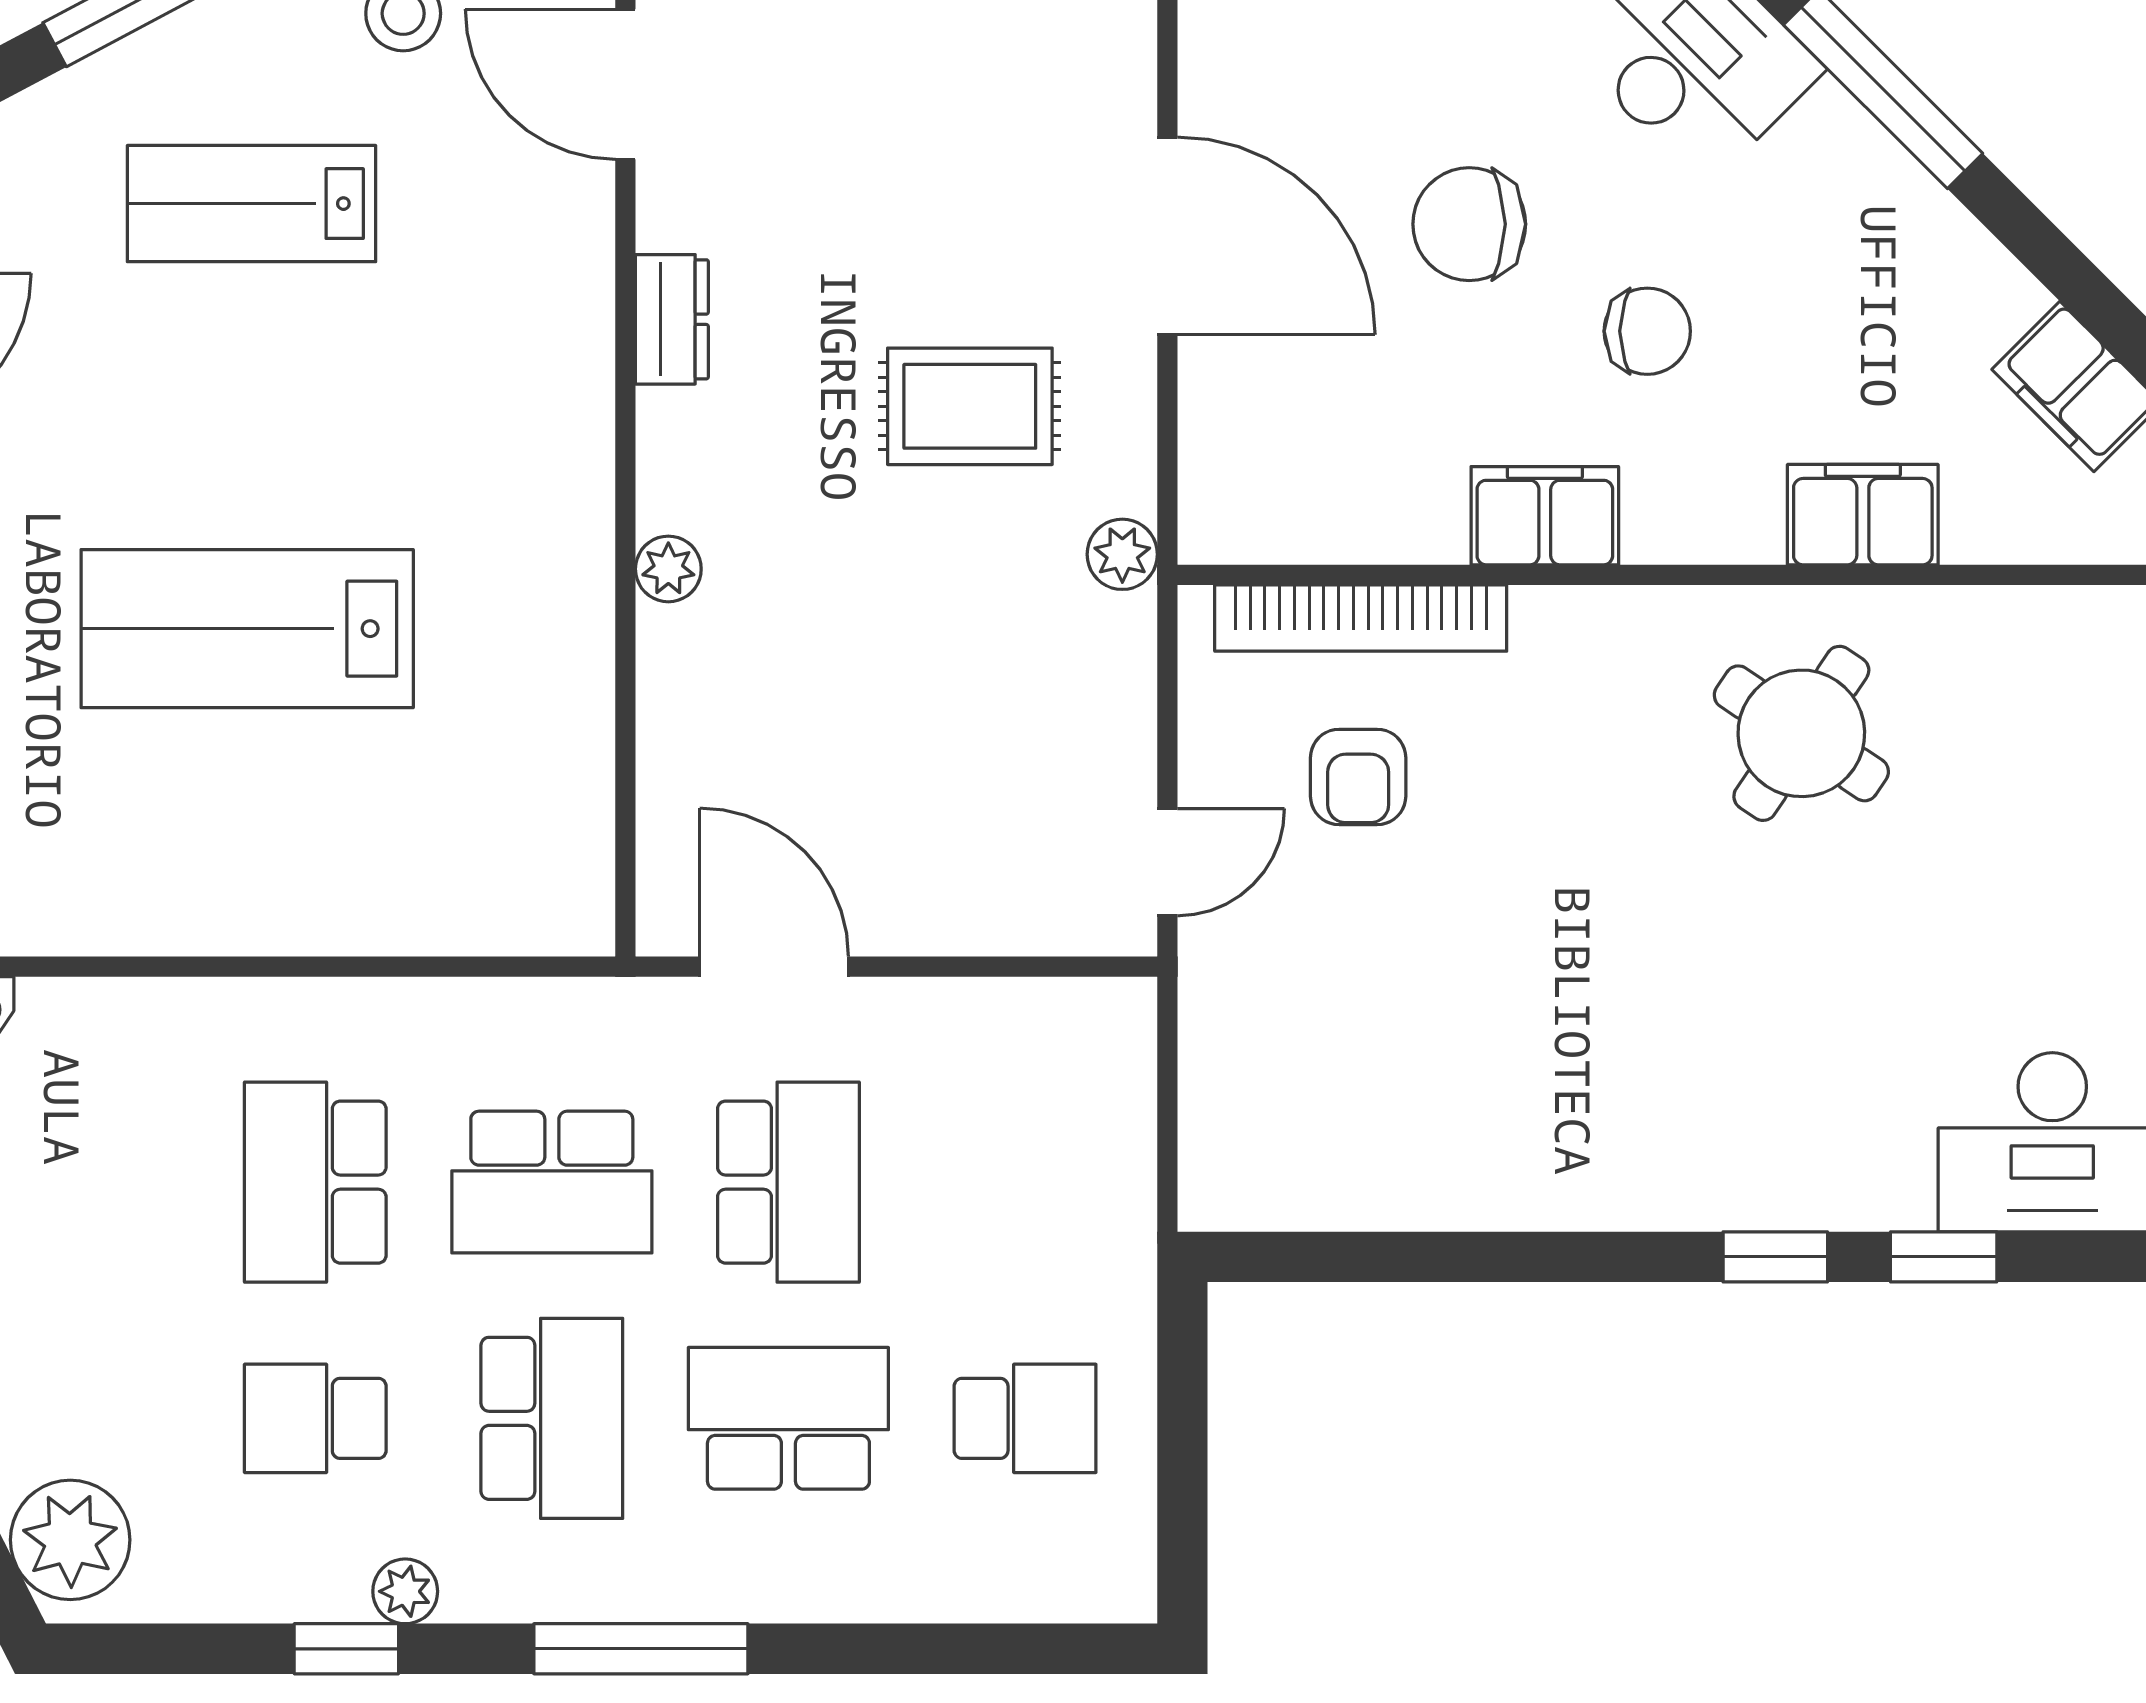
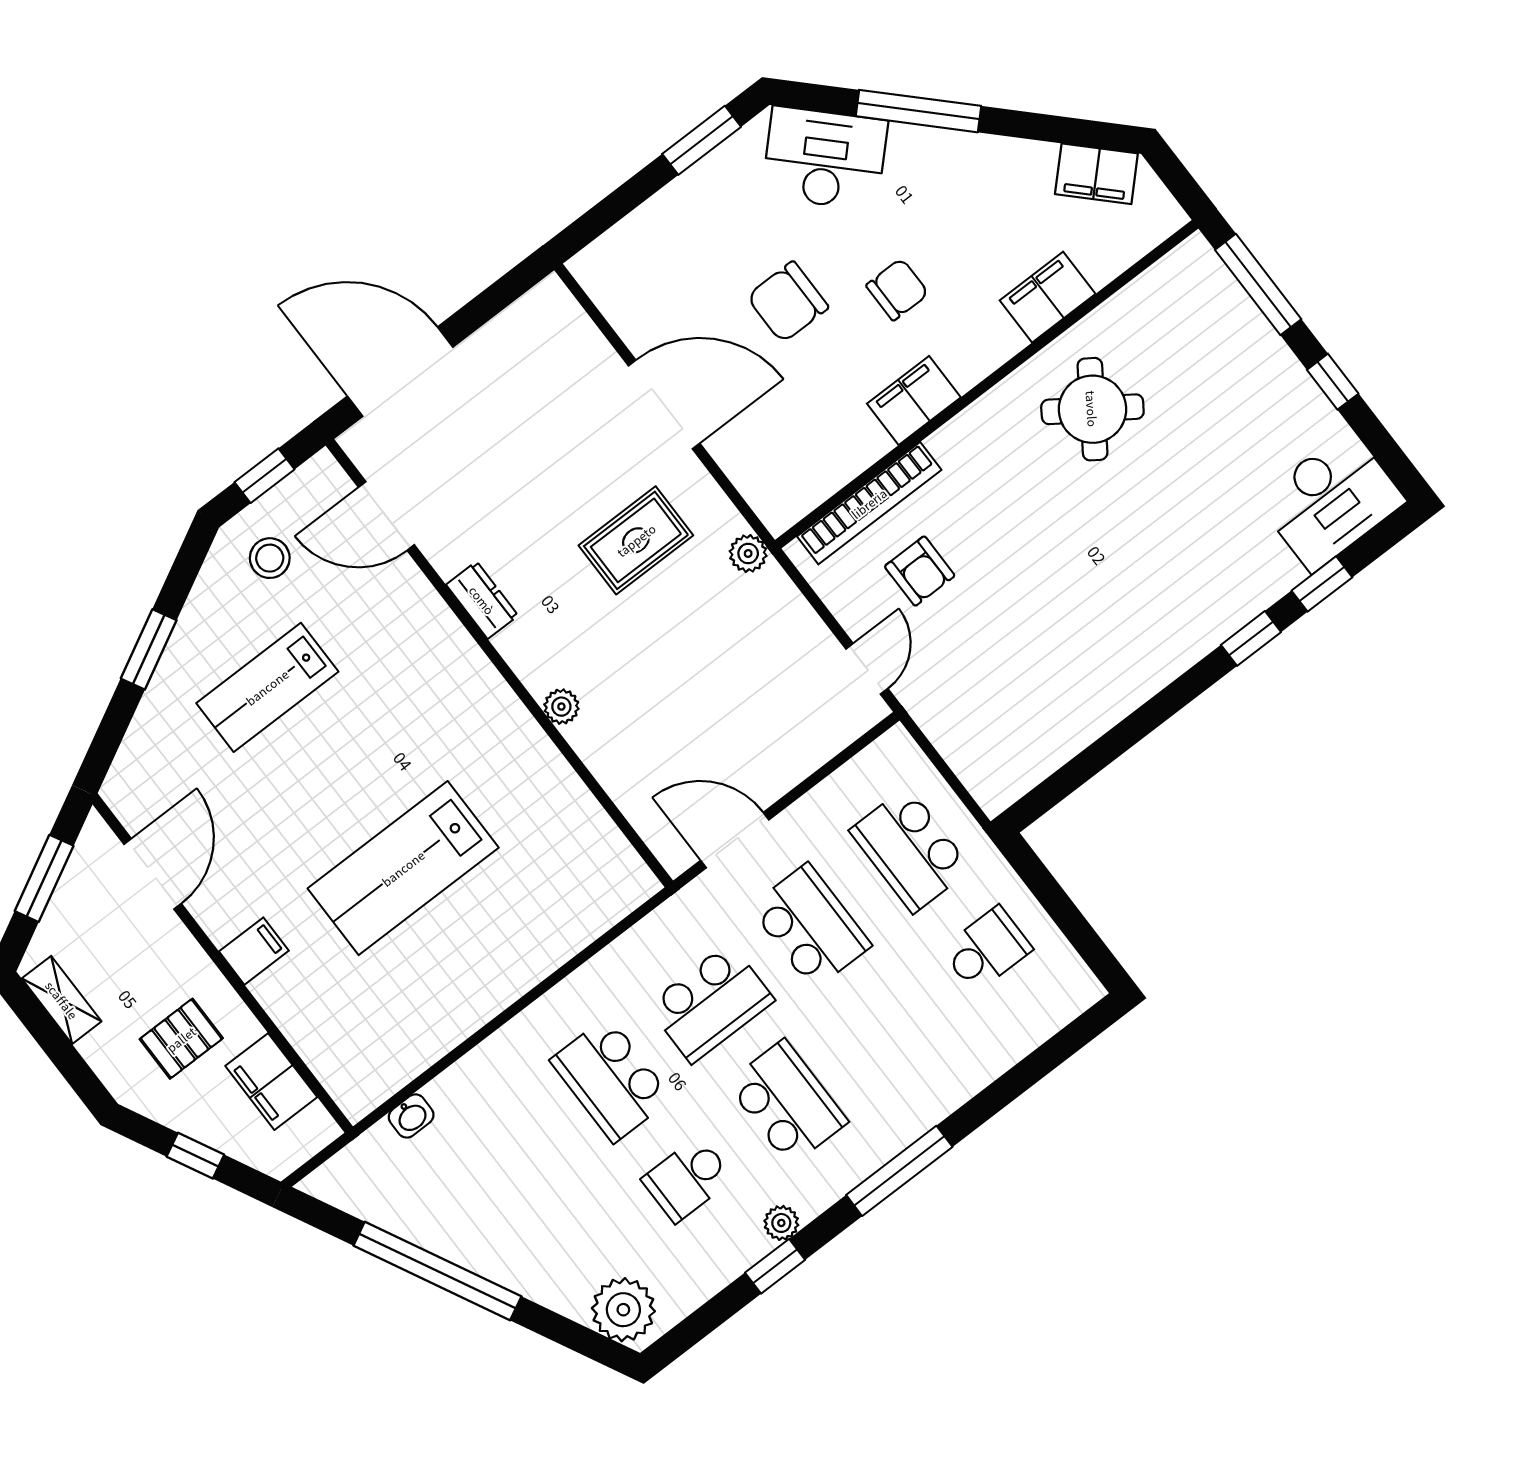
school desk: (788, 1418) -> (910, 850), moved, turned -90

